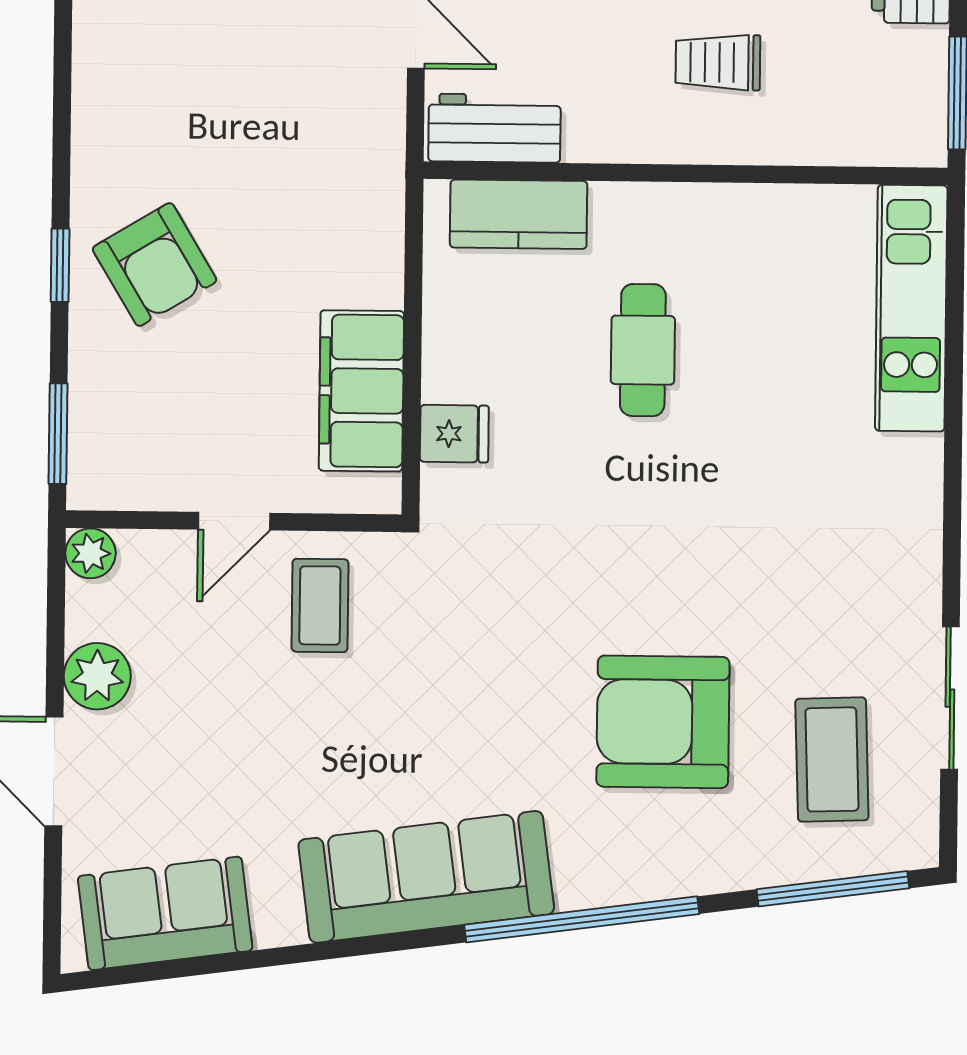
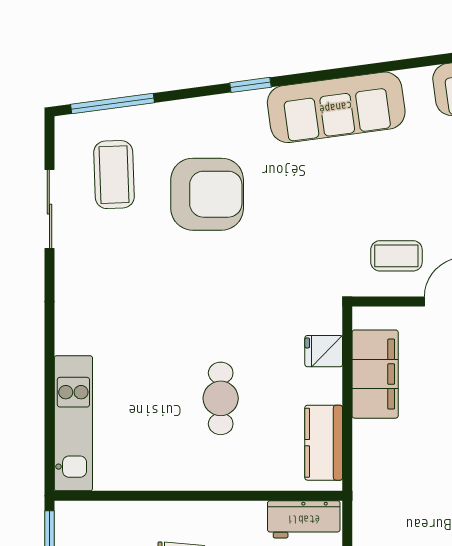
kitchen counter: (519, 214) -> (324, 443), moved, turned -90
coffee table: (320, 605) -> (396, 256), turned 90
window: (582, 919) -> (250, 85), width x0.32

